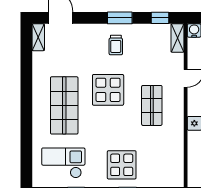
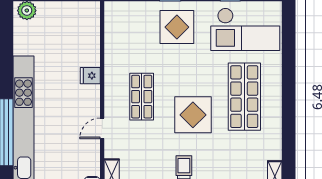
checkout: (63, 163) -> (245, 29), width x1.36, depth x1.21

